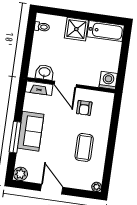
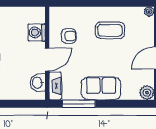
washing machine: (108, 80) -> (37, 32), moved
window: (15, 137) -> (79, 104), moved

